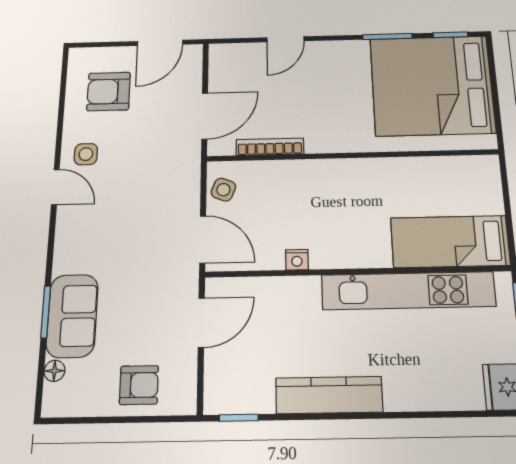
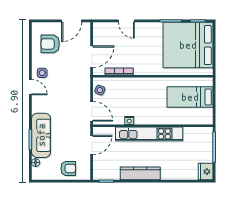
door: (285, 39) -> (126, 21), hinge flipped
bed: (450, 242) -> (190, 97), moved
kitchen unit: (408, 291) -> (149, 134), moved
sofa: (72, 316) -> (41, 135), width x1.36

